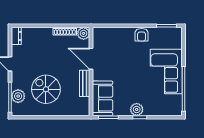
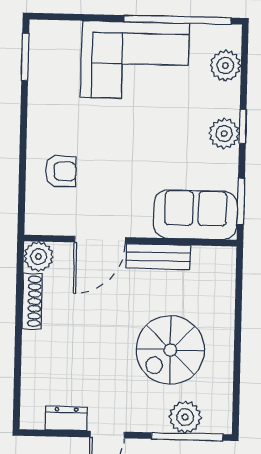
armchair: (142, 35) -> (61, 171), moved
dresser: (16, 36) -> (66, 418), moved
plant: (165, 109) -> (225, 66), added

